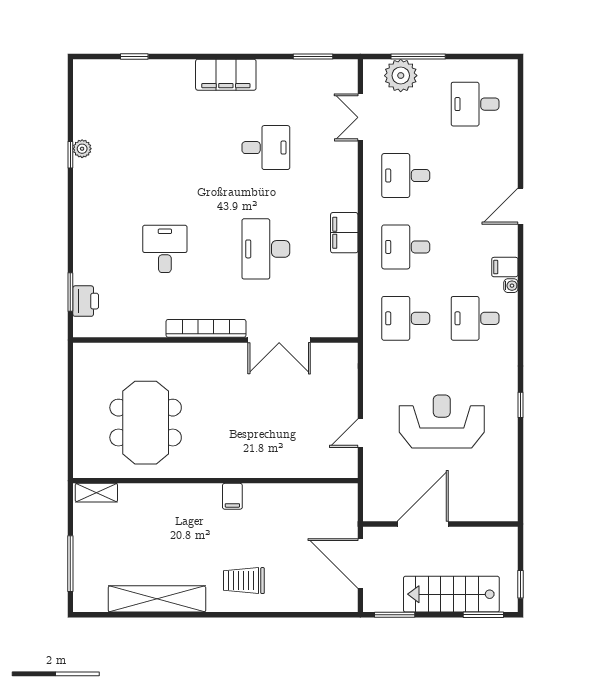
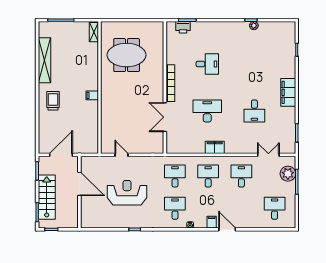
filing cabinet: (505, 267) -> (212, 222), moved
reception desk: (442, 422) -> (127, 193), turned -90

